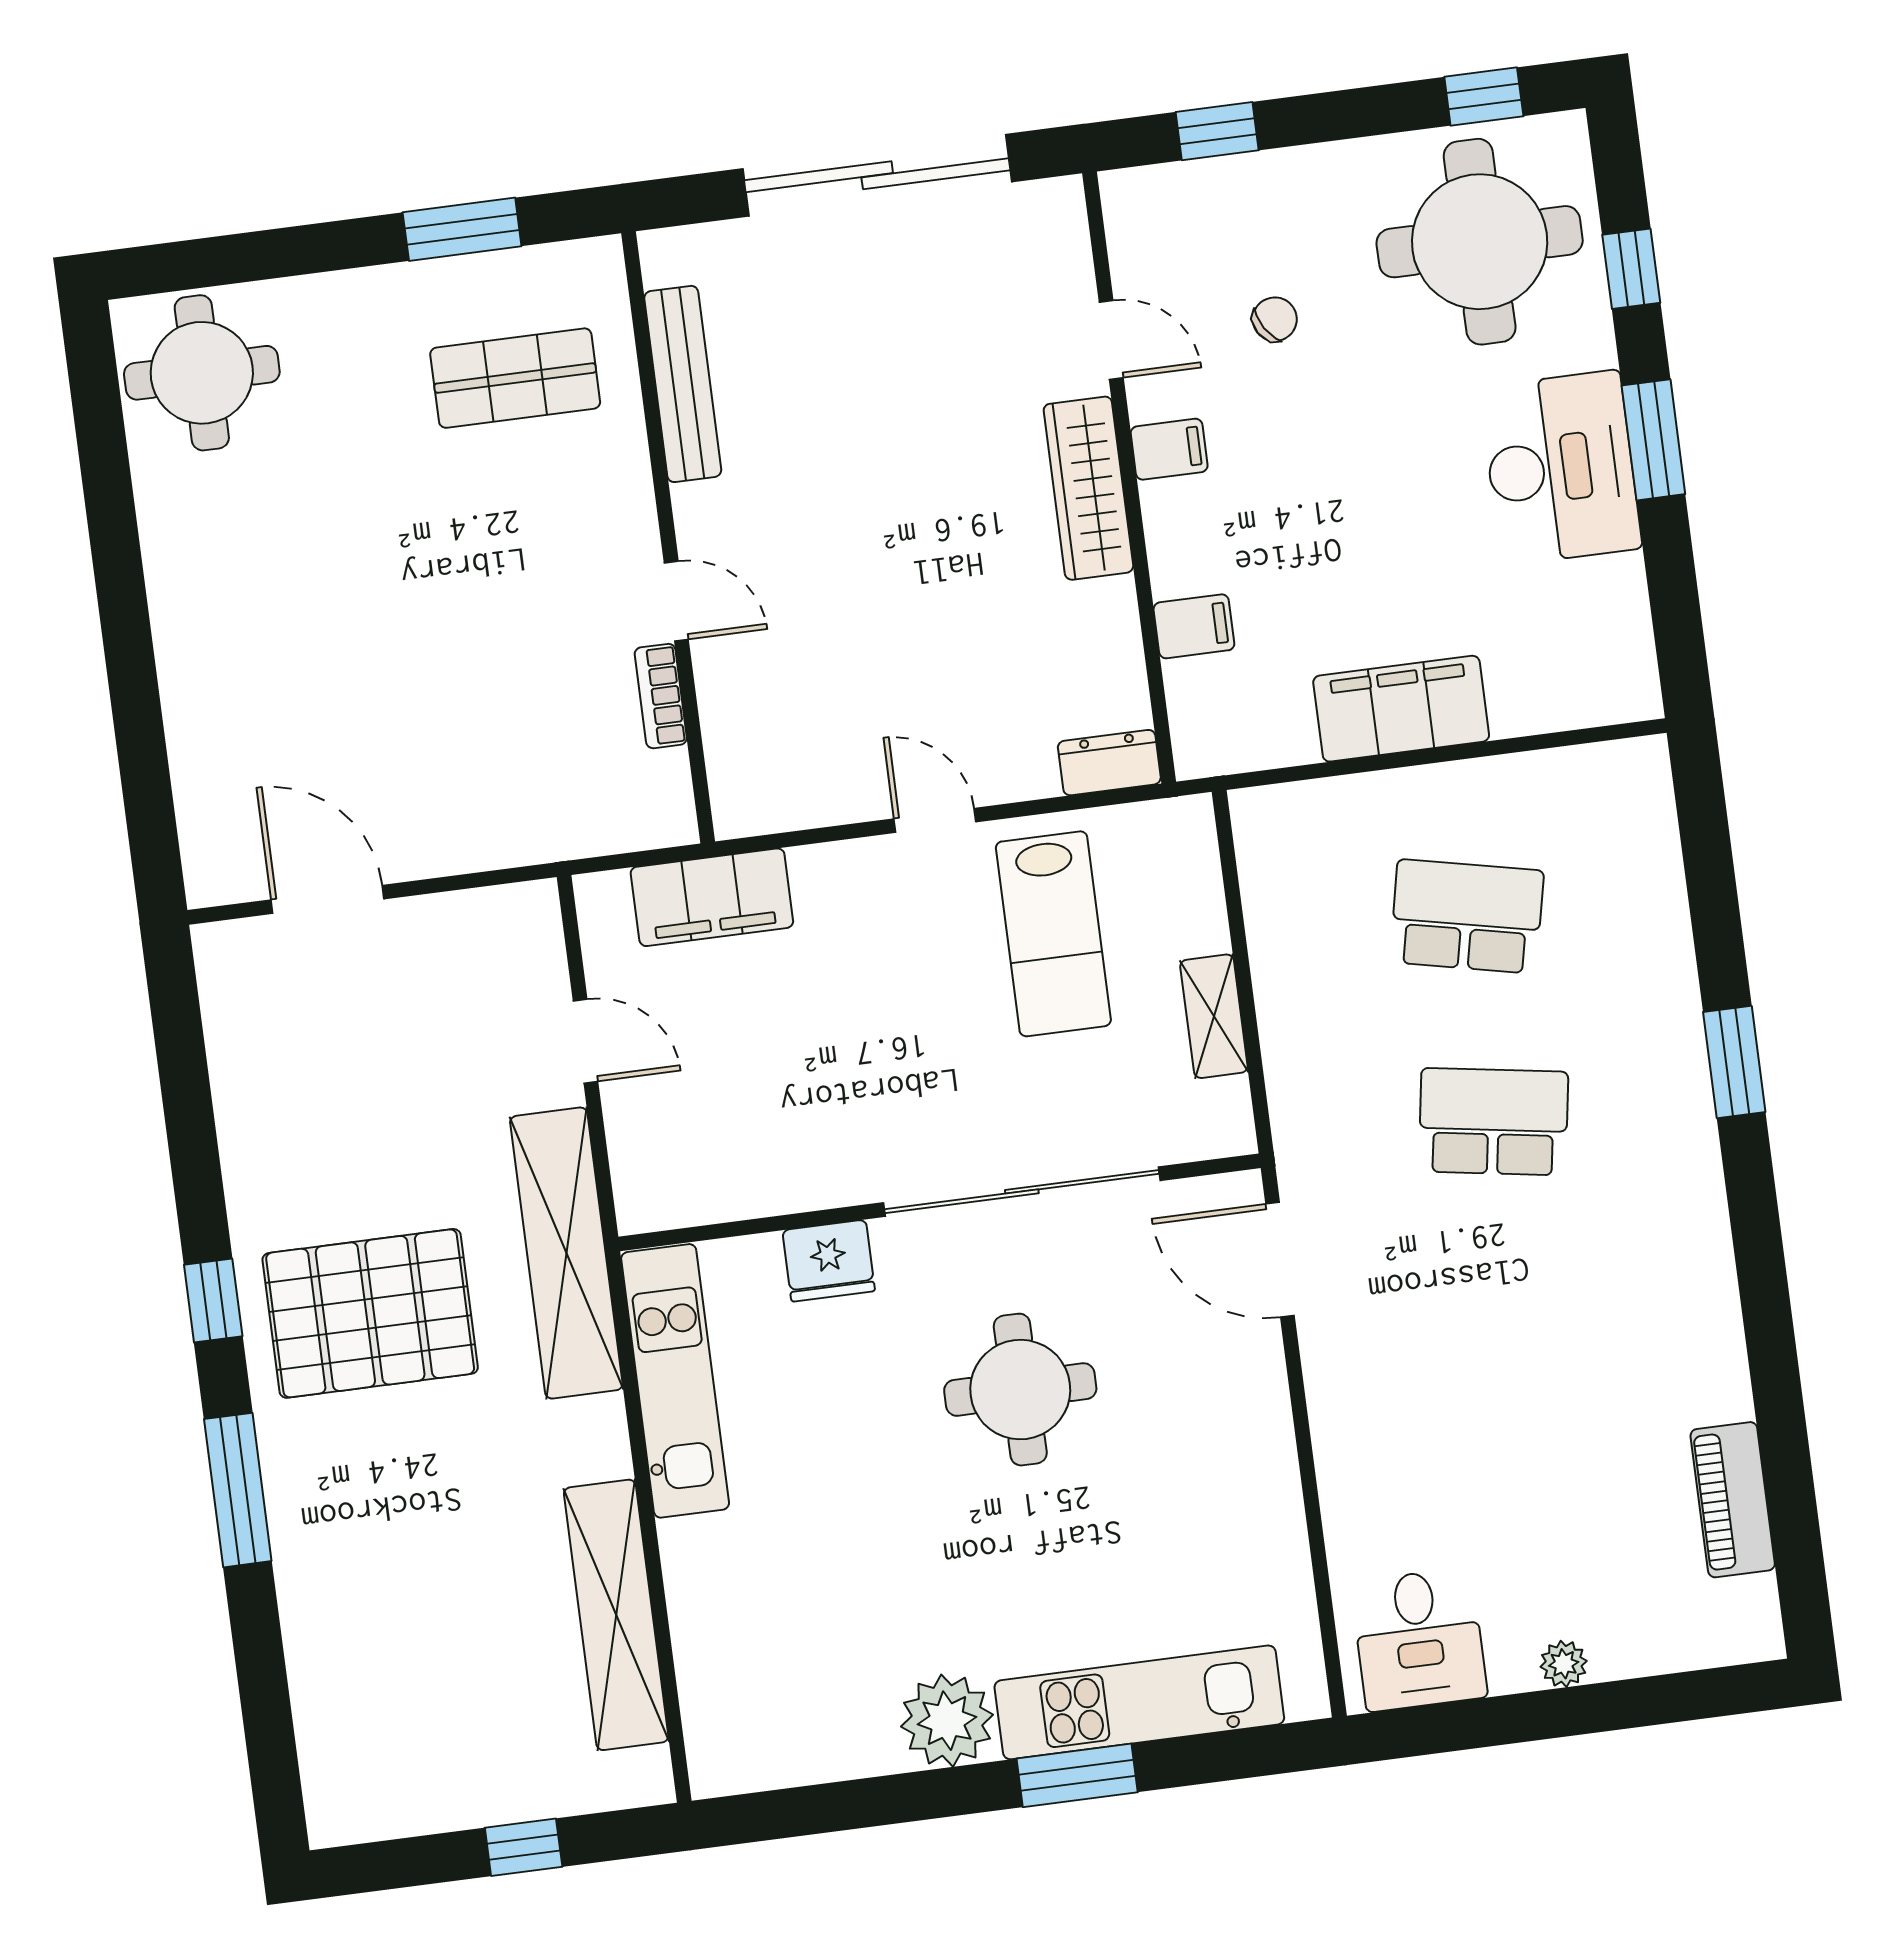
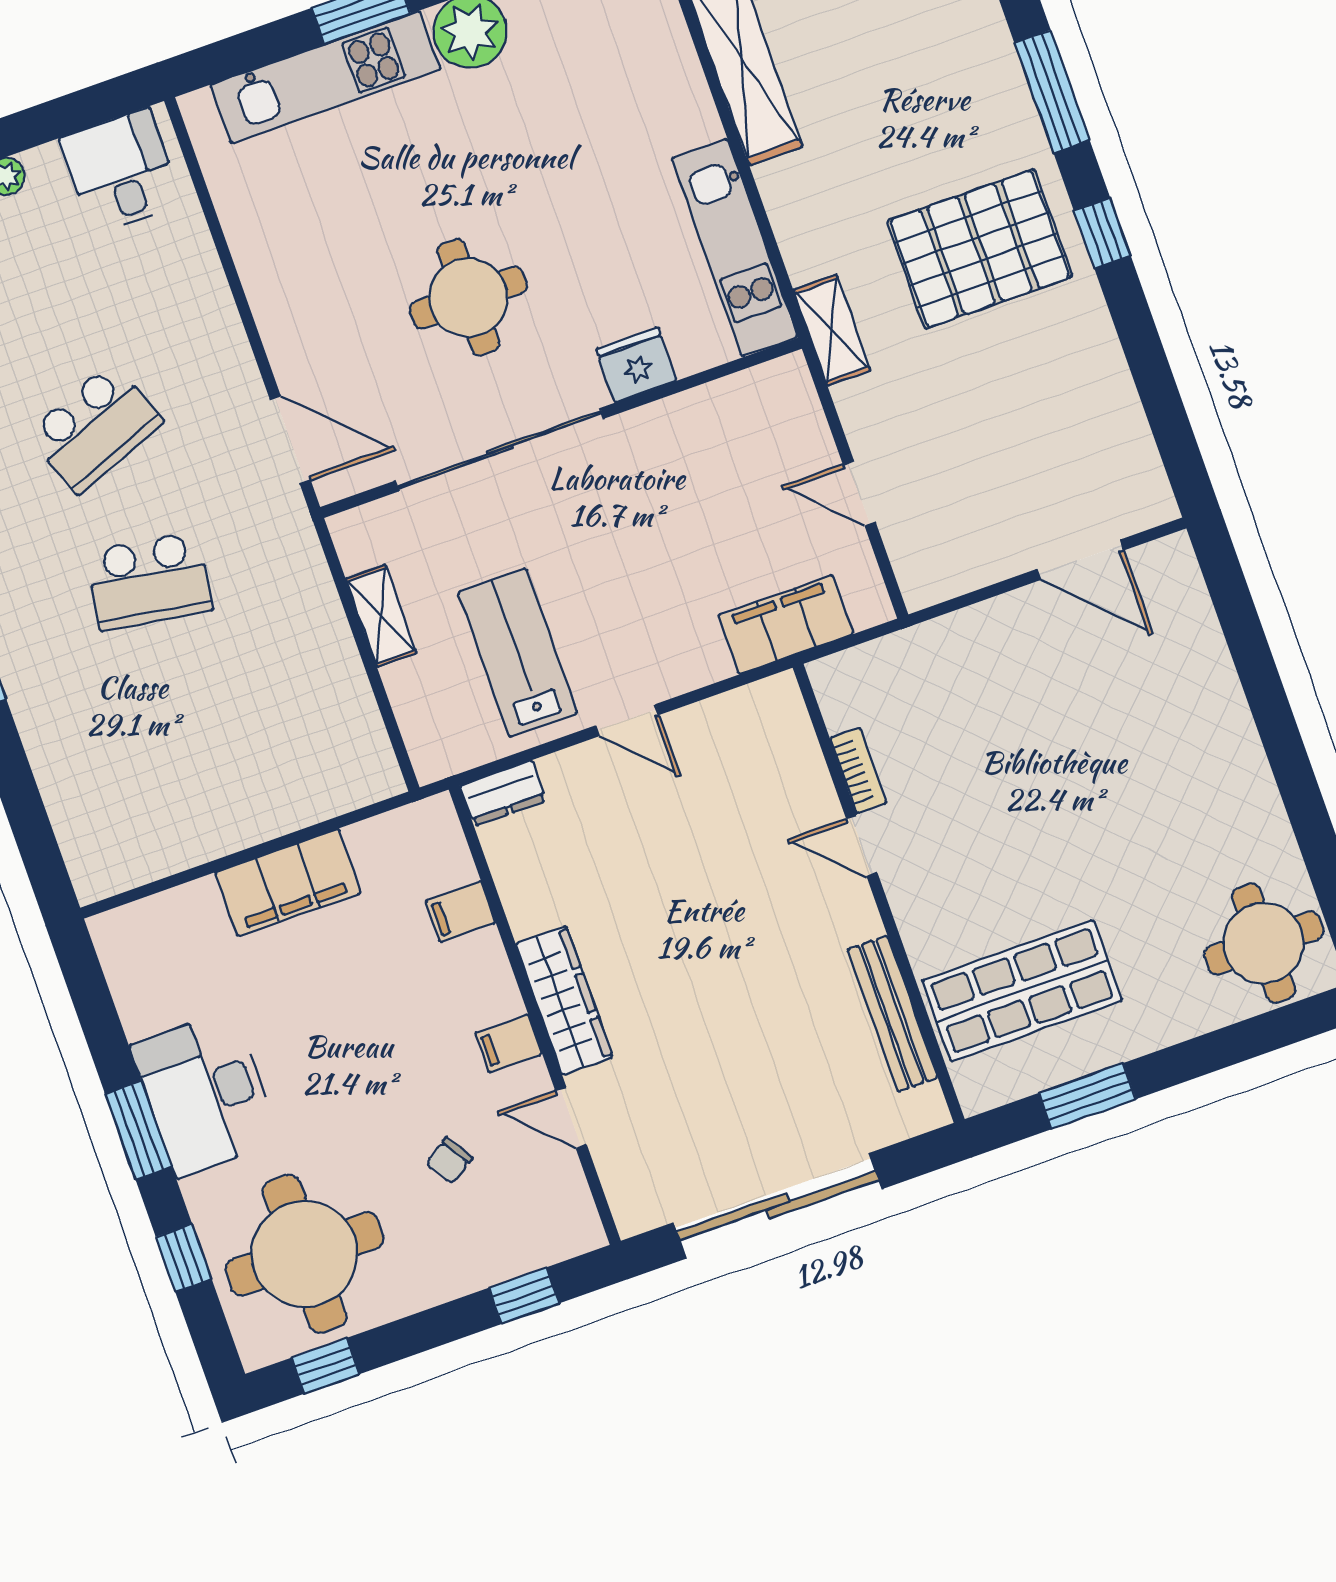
shop shelf: (515, 378) -> (1022, 991), width x1.43, depth x1.36
school desk: (1467, 916) -> (95, 428), moved, turned -33
shelving: (566, 1253) -> (832, 330), width x0.45, depth x0.75

